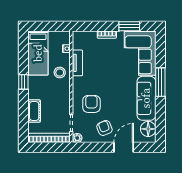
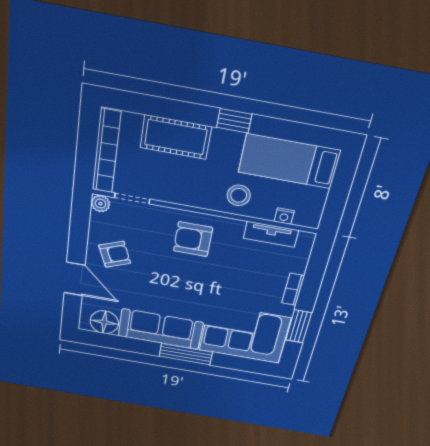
tv unit: (77, 63) -> (271, 234), moved
armchair: (91, 104) -> (193, 239), moved, turned 180
cot: (34, 111) -> (176, 137), width x1.37, depth x1.34

